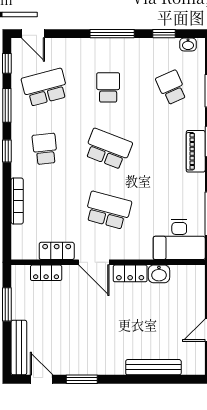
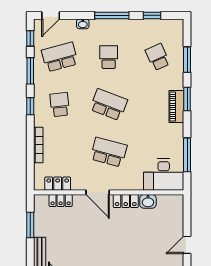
door: (33, 34) -> (51, 15), hinge flipped
washbasin: (188, 45) -> (83, 24), moved
locker: (57, 251) -> (58, 184), moved

